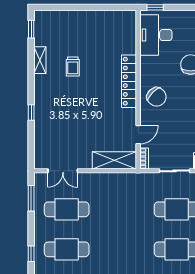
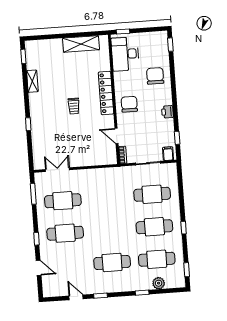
trolley: (73, 66) -> (74, 106), moved
chair: (157, 97) -> (129, 104), turned -135
door: (138, 135) -> (117, 136), swing flipped
shelving: (114, 160) -> (81, 44), moved
double door: (63, 171) -> (57, 170), swing flipped

